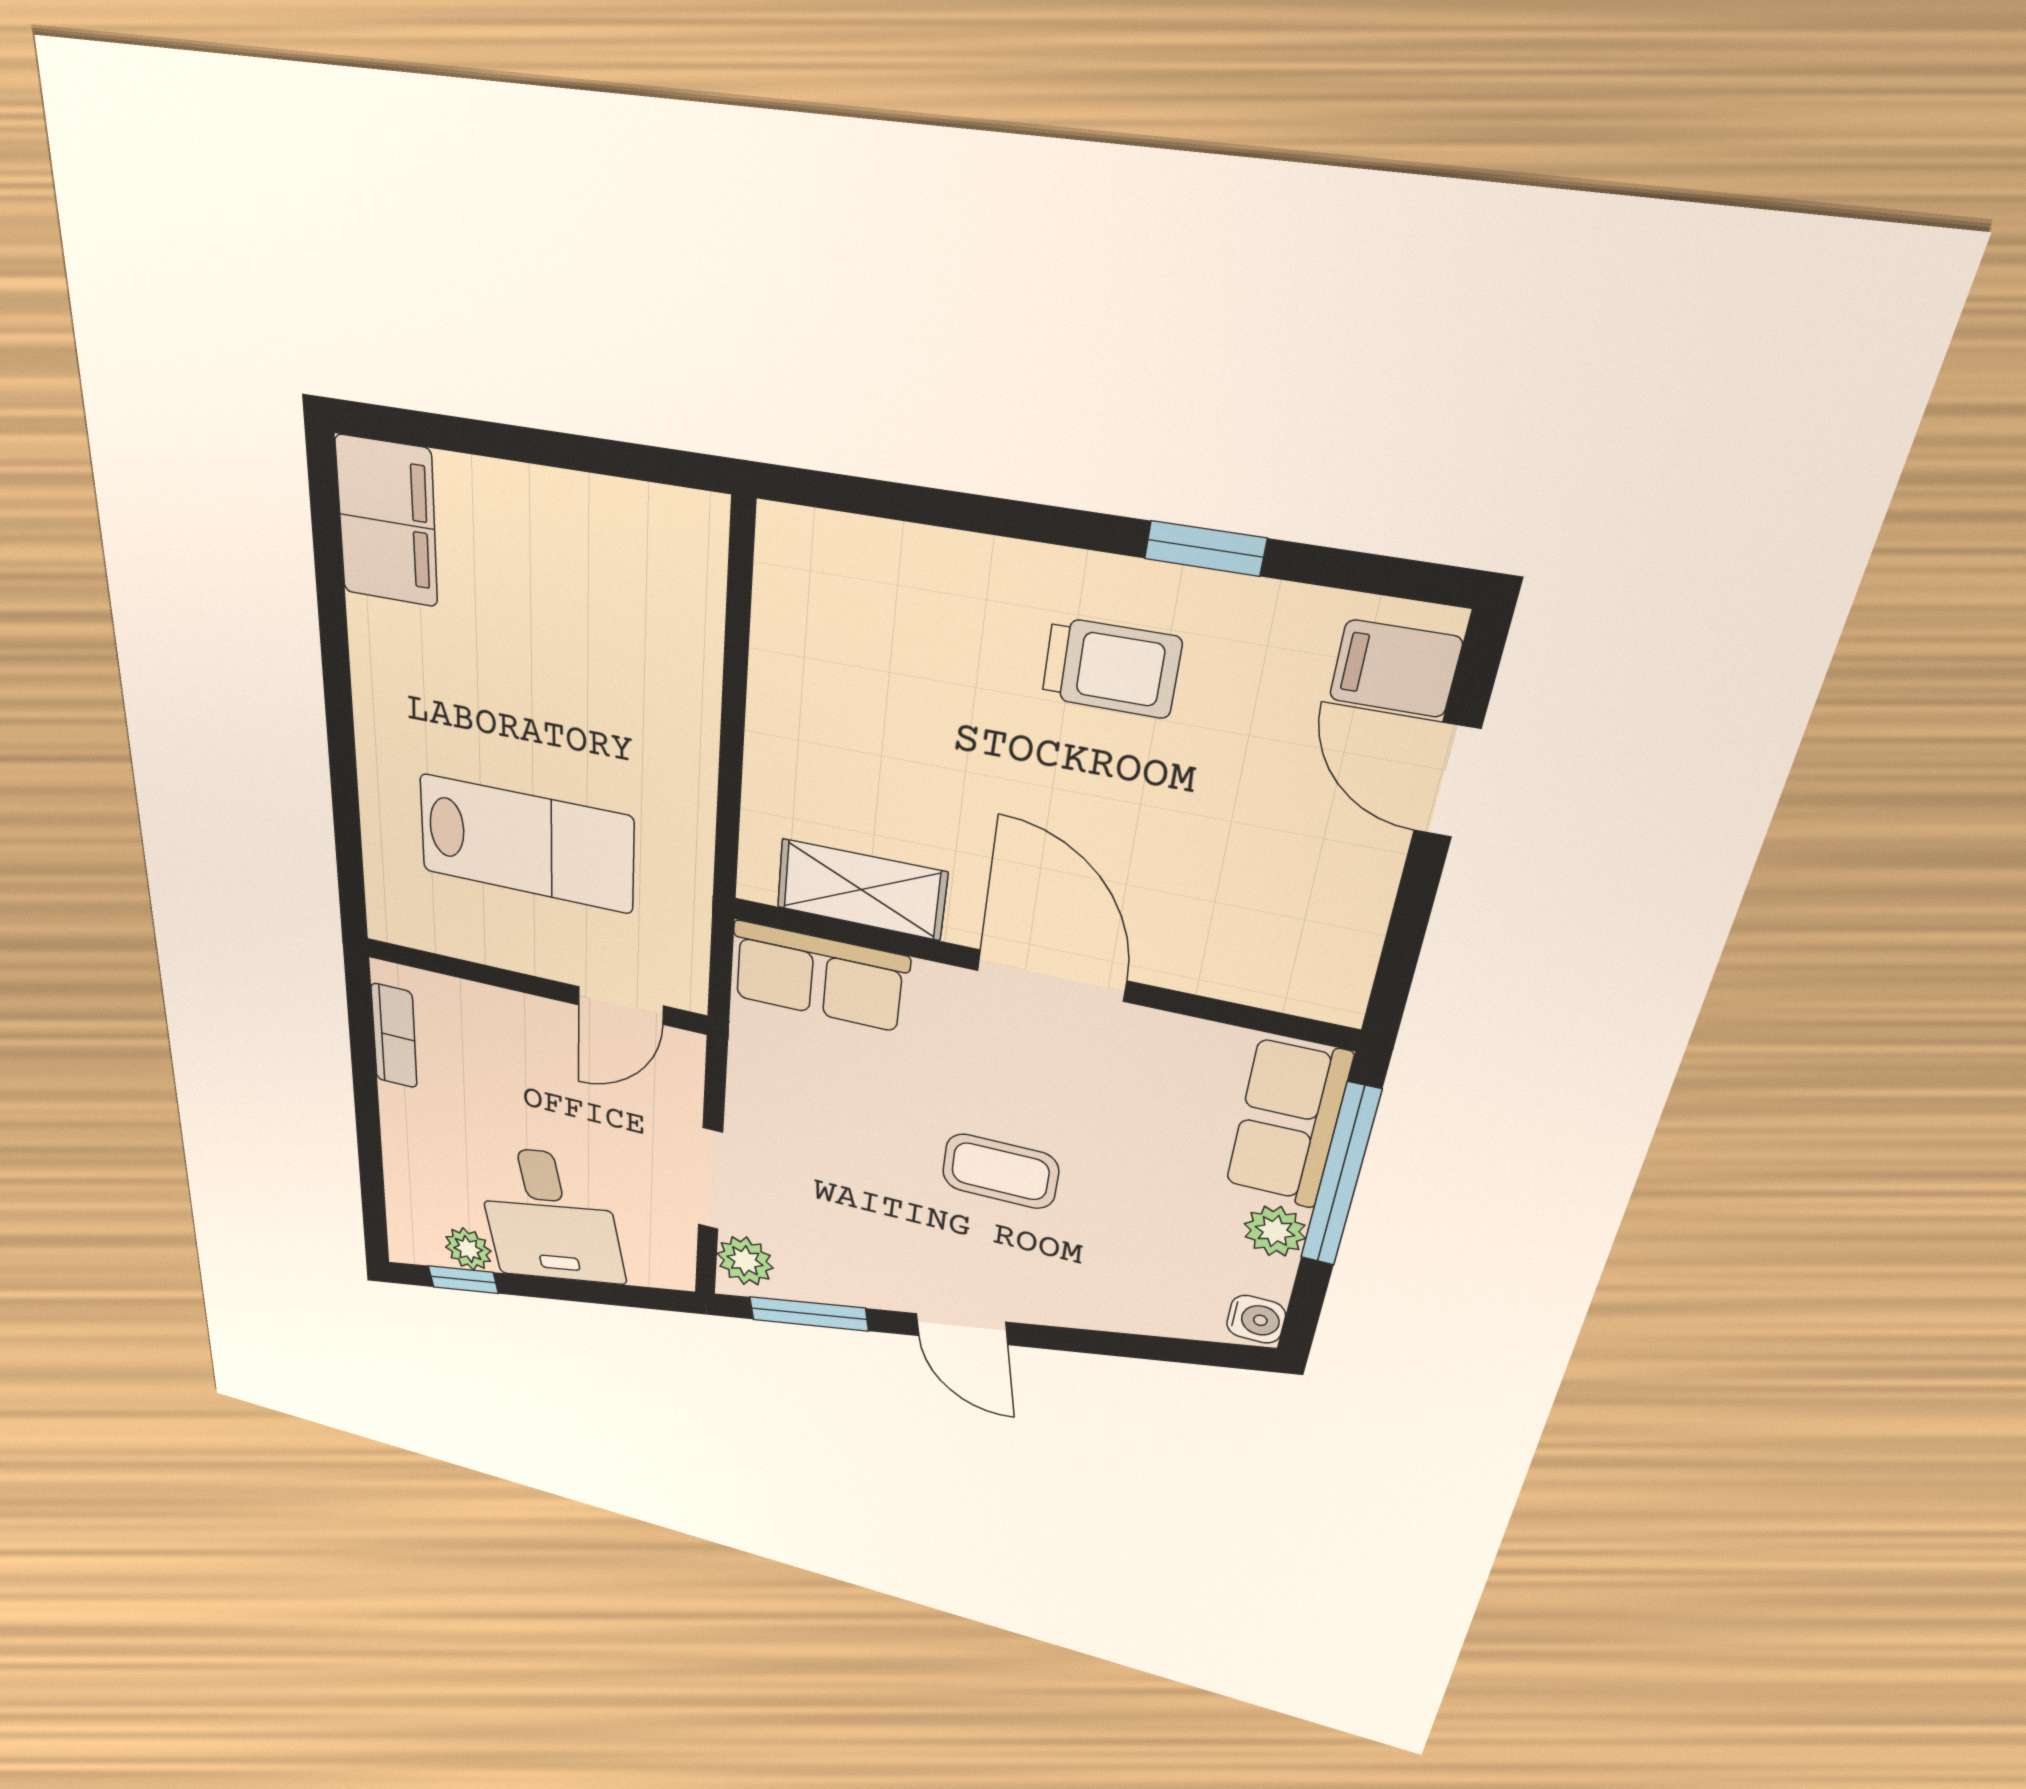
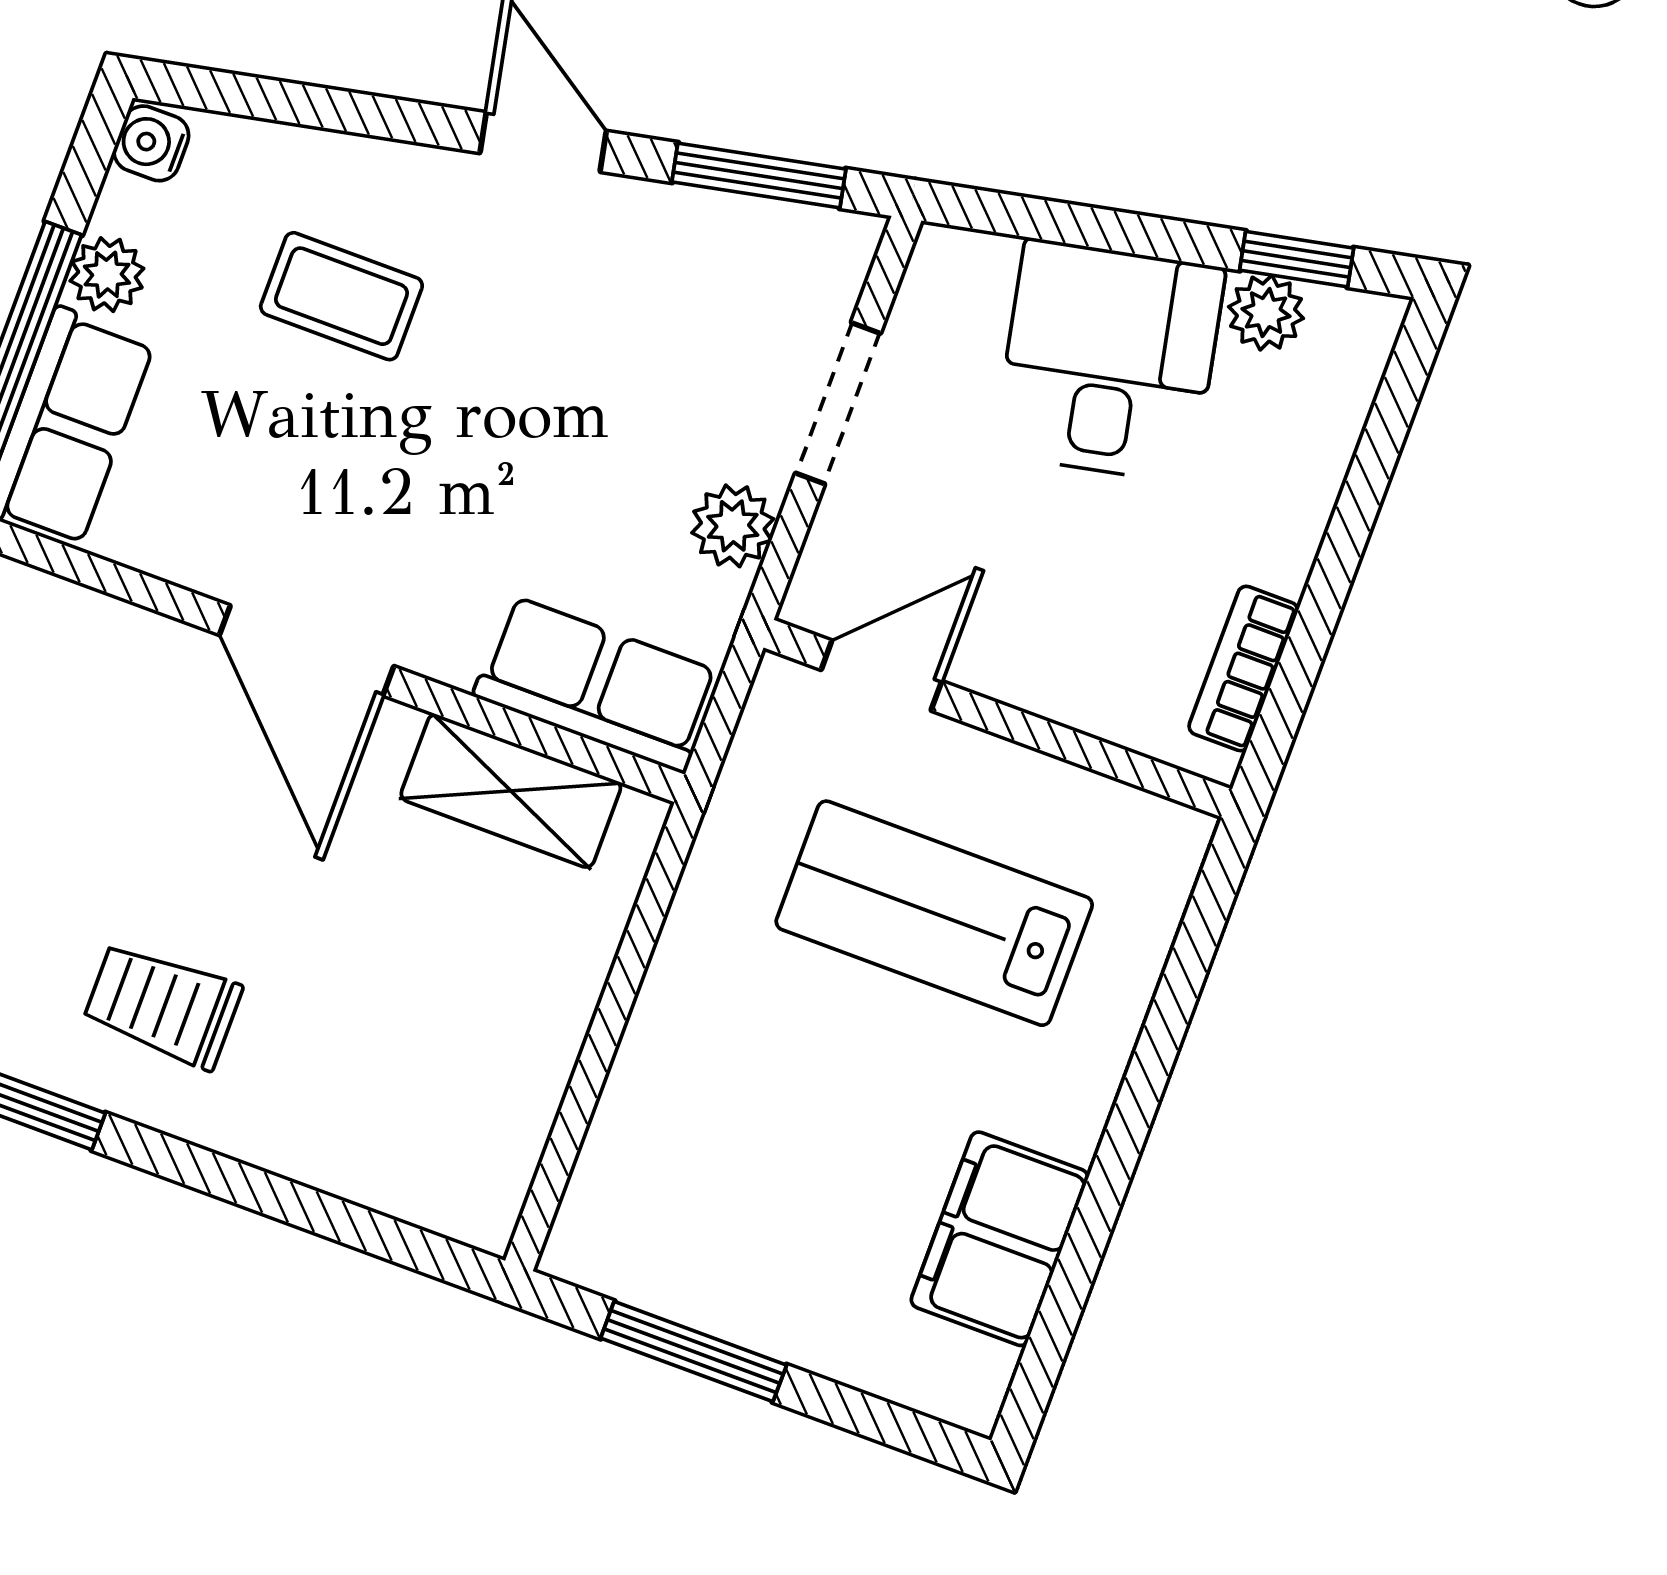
window: (581, 453) -> (694, 1352), added
filing cabinet: (387, 522) -> (1000, 1239), moved
coffee table: (1000, 1171) -> (341, 296), moved
plant: (745, 1261) -> (733, 526), moved

